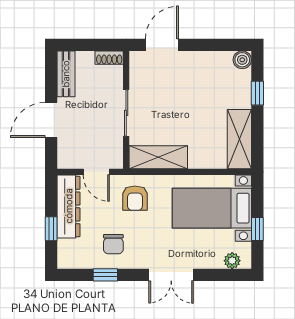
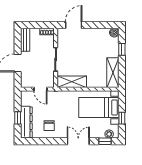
armchair: (135, 198) -> (60, 102), removed
dresser: (69, 206) -> (26, 122), moved
window: (105, 275) -> (105, 141), moved
double door: (171, 275) -> (78, 141), swing flipped

